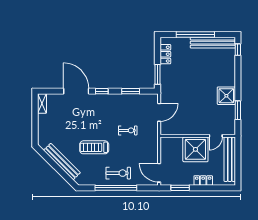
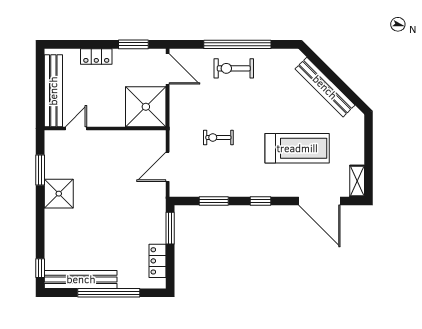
door: (76, 91) -> (319, 201), moved
treadmill: (94, 147) -> (297, 148), moved, width x1.37, depth x1.38
shower: (195, 149) -> (146, 107), moved

